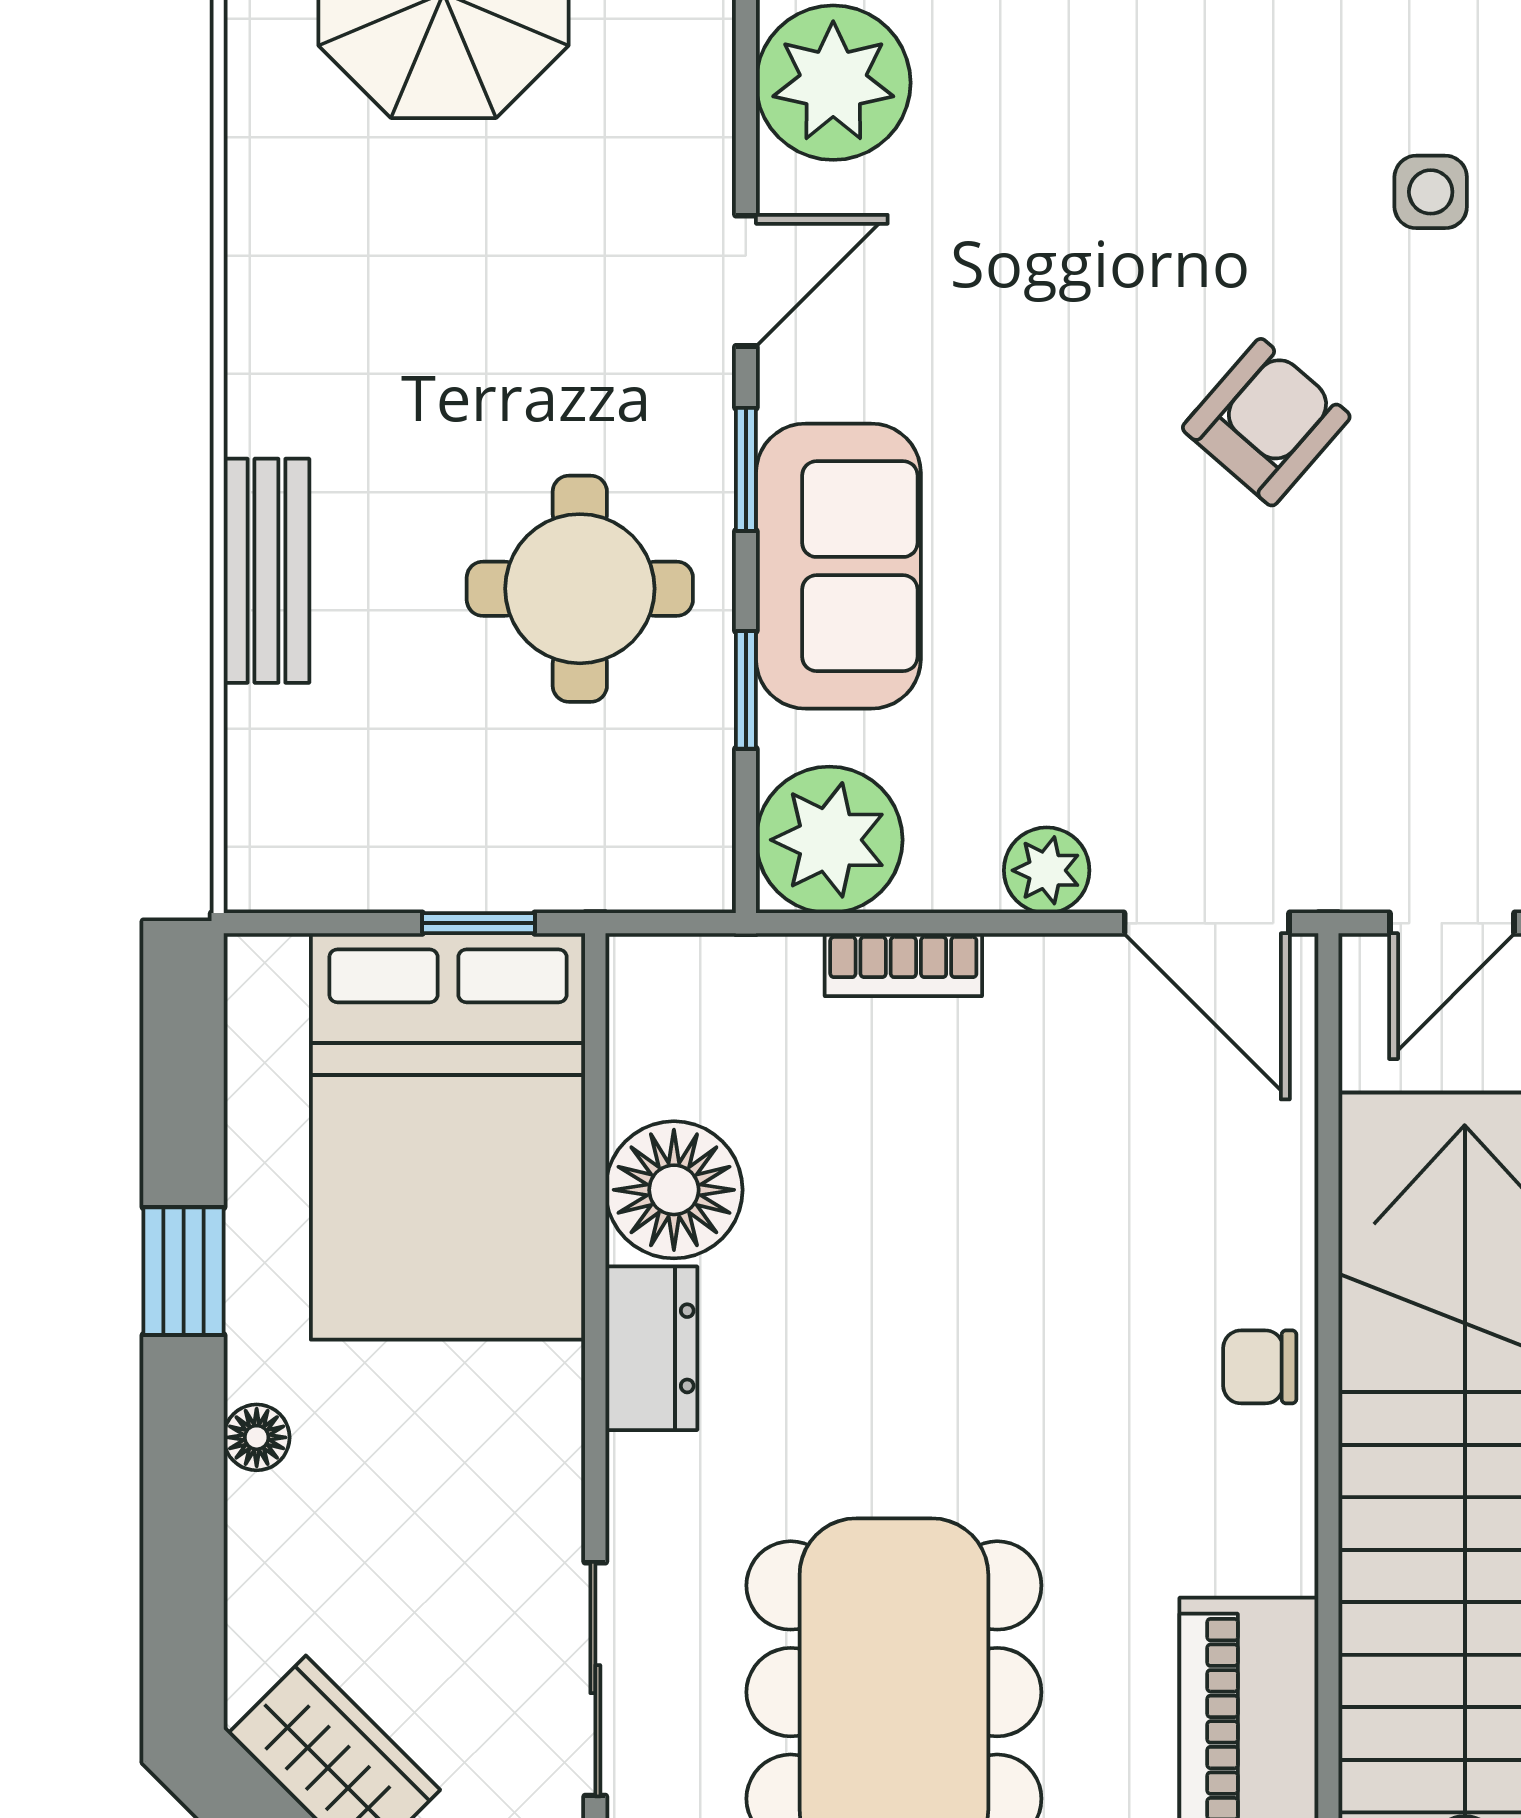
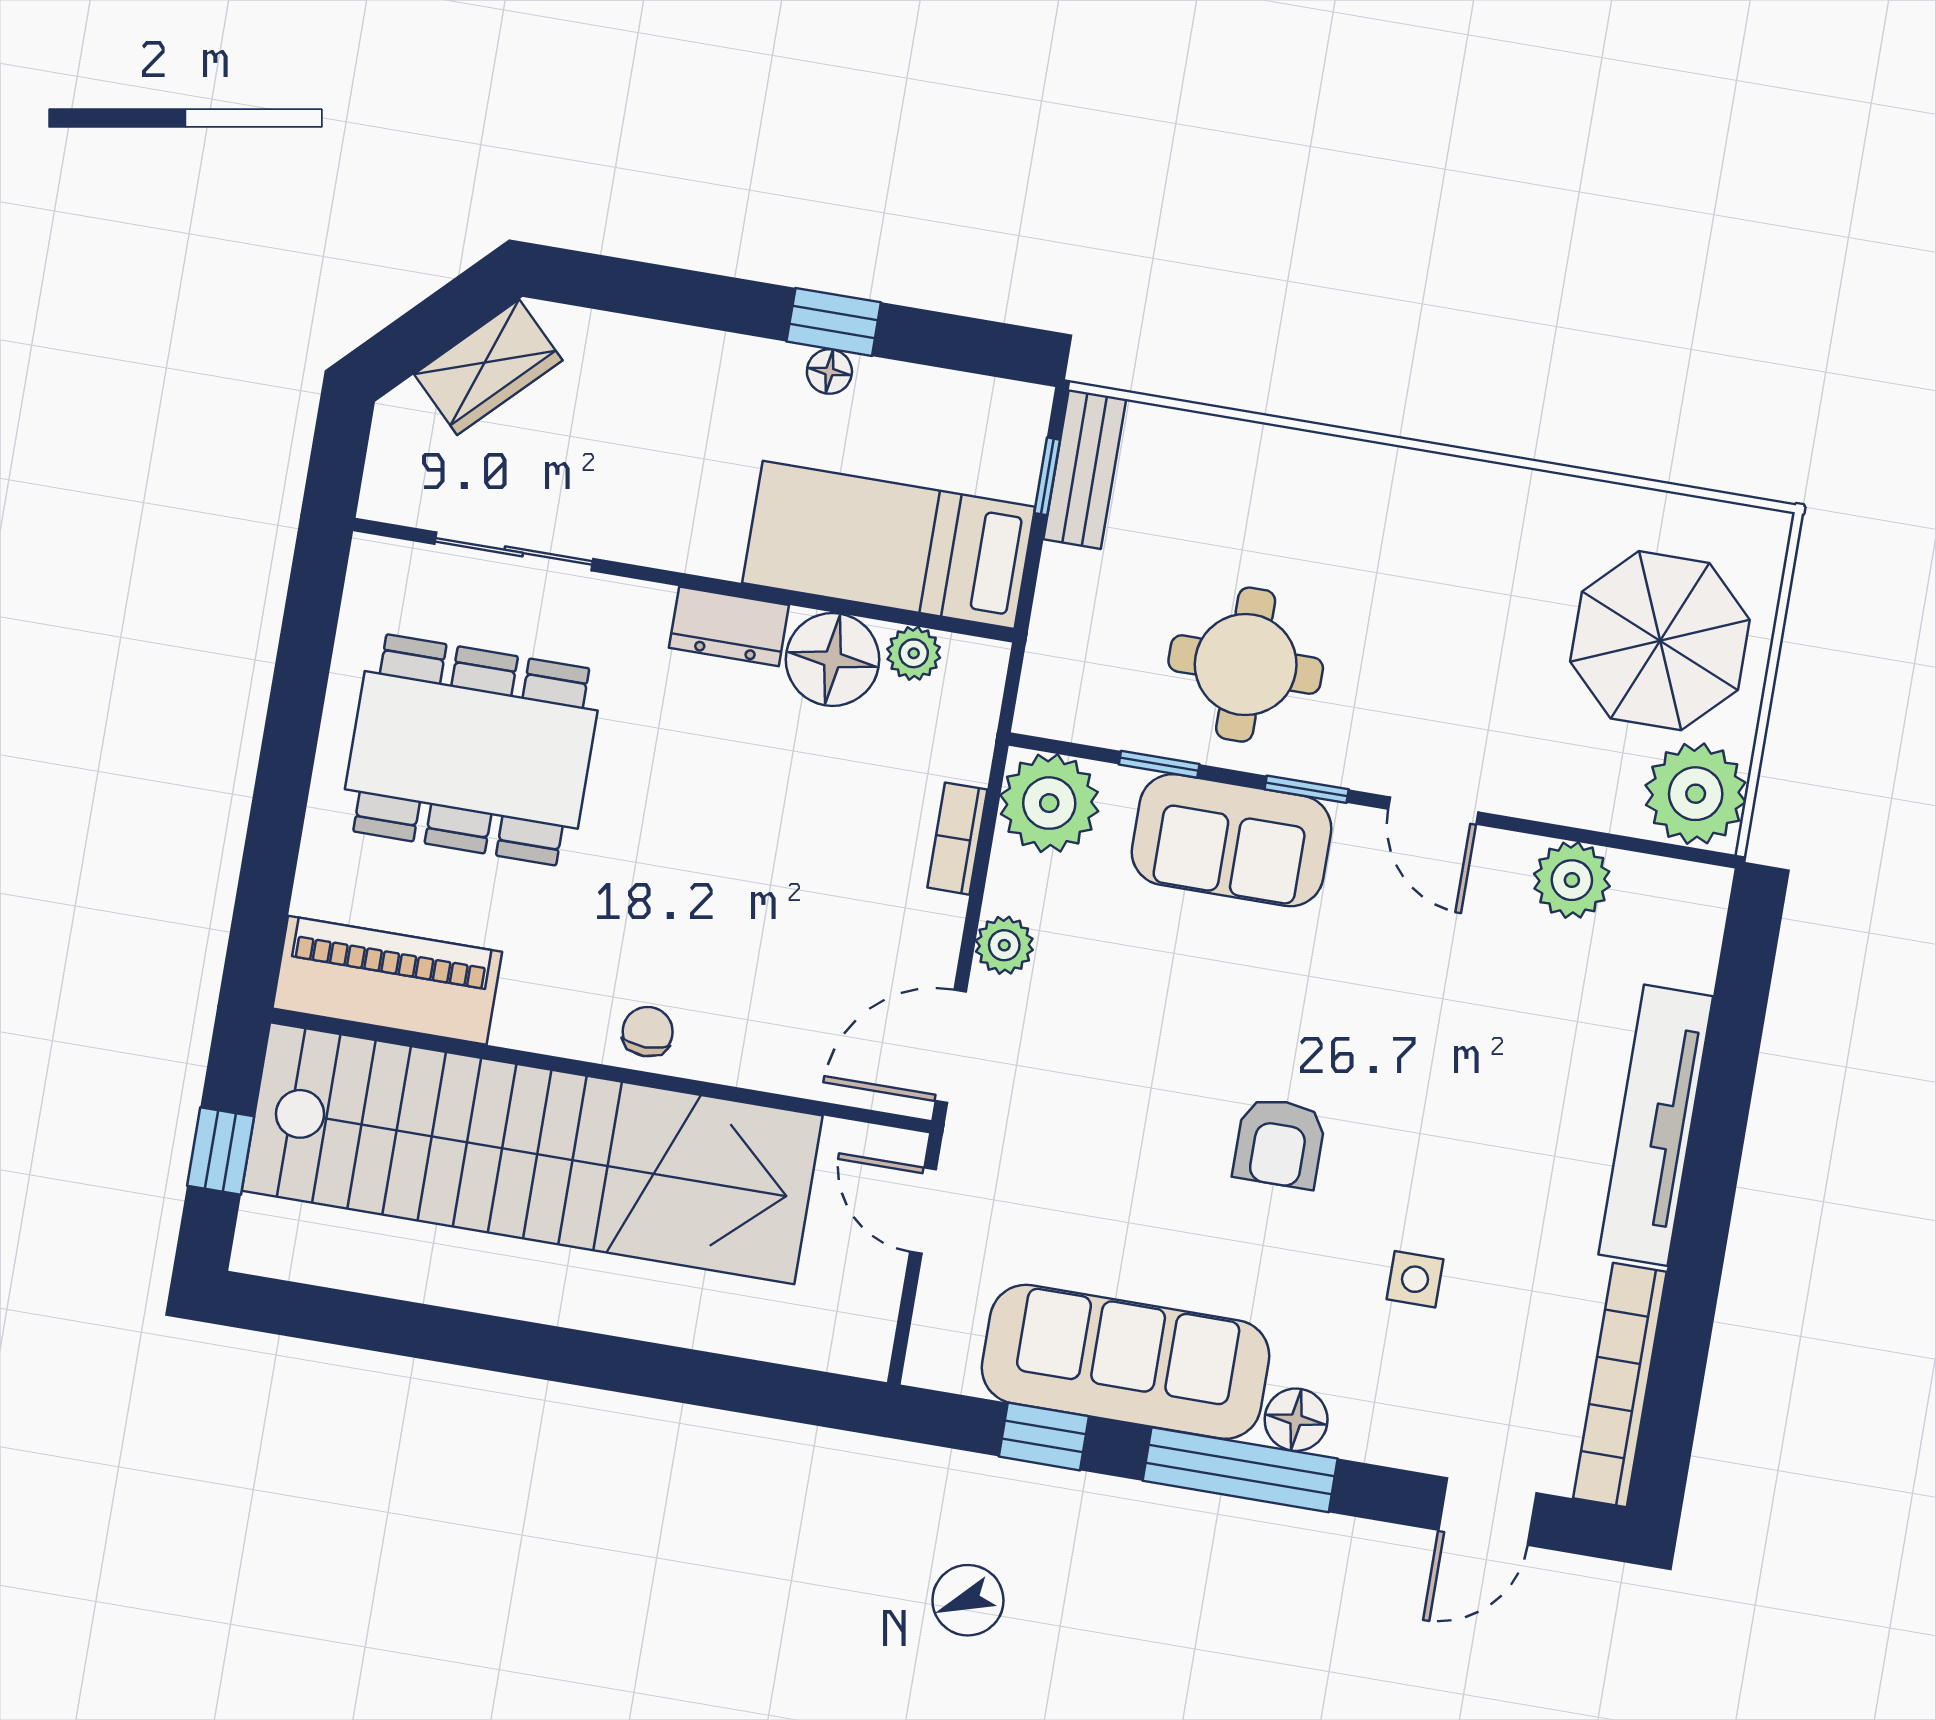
plant: (833, 83) -> (1572, 880), width x0.73, depth x0.73
armchair: (1266, 422) -> (1279, 1143), turned 49
bench: (266, 571) -> (1085, 469), moved, turned 90
window: (479, 923) -> (1047, 476), moved
plant: (645, 1074) -> (914, 653), added
bed: (448, 1136) -> (889, 545), width x0.67
floor lamp: (257, 1437) -> (829, 372), moved

